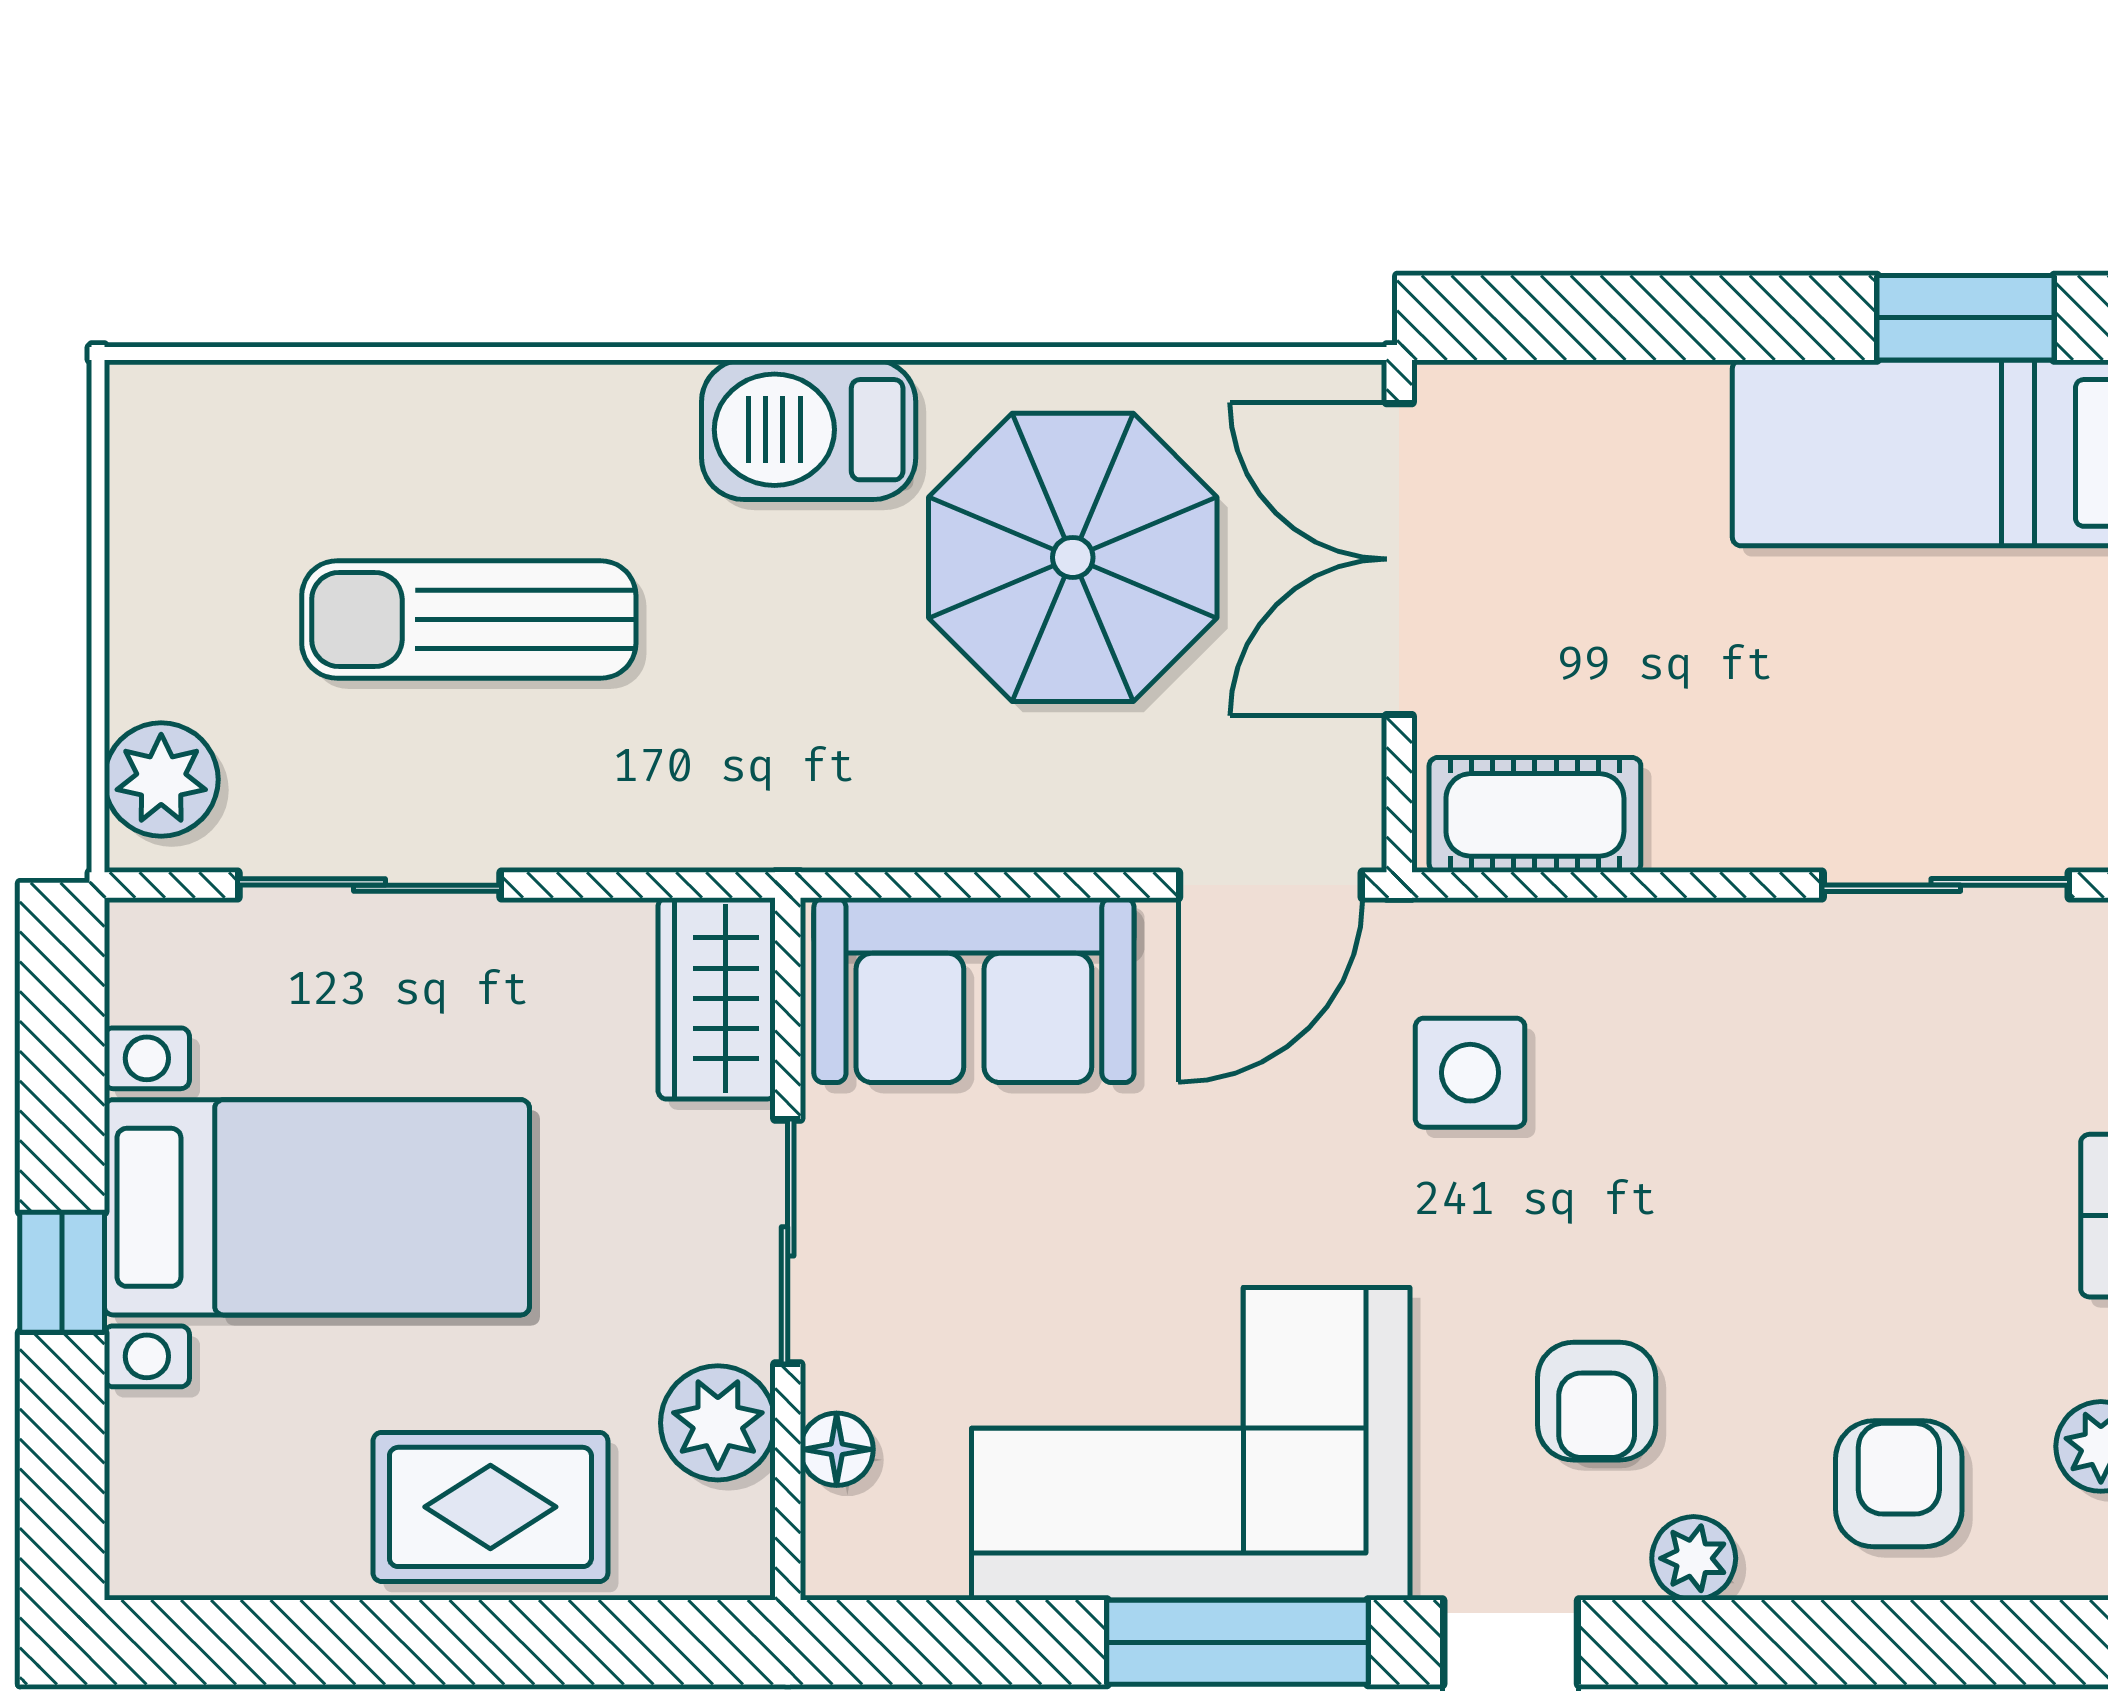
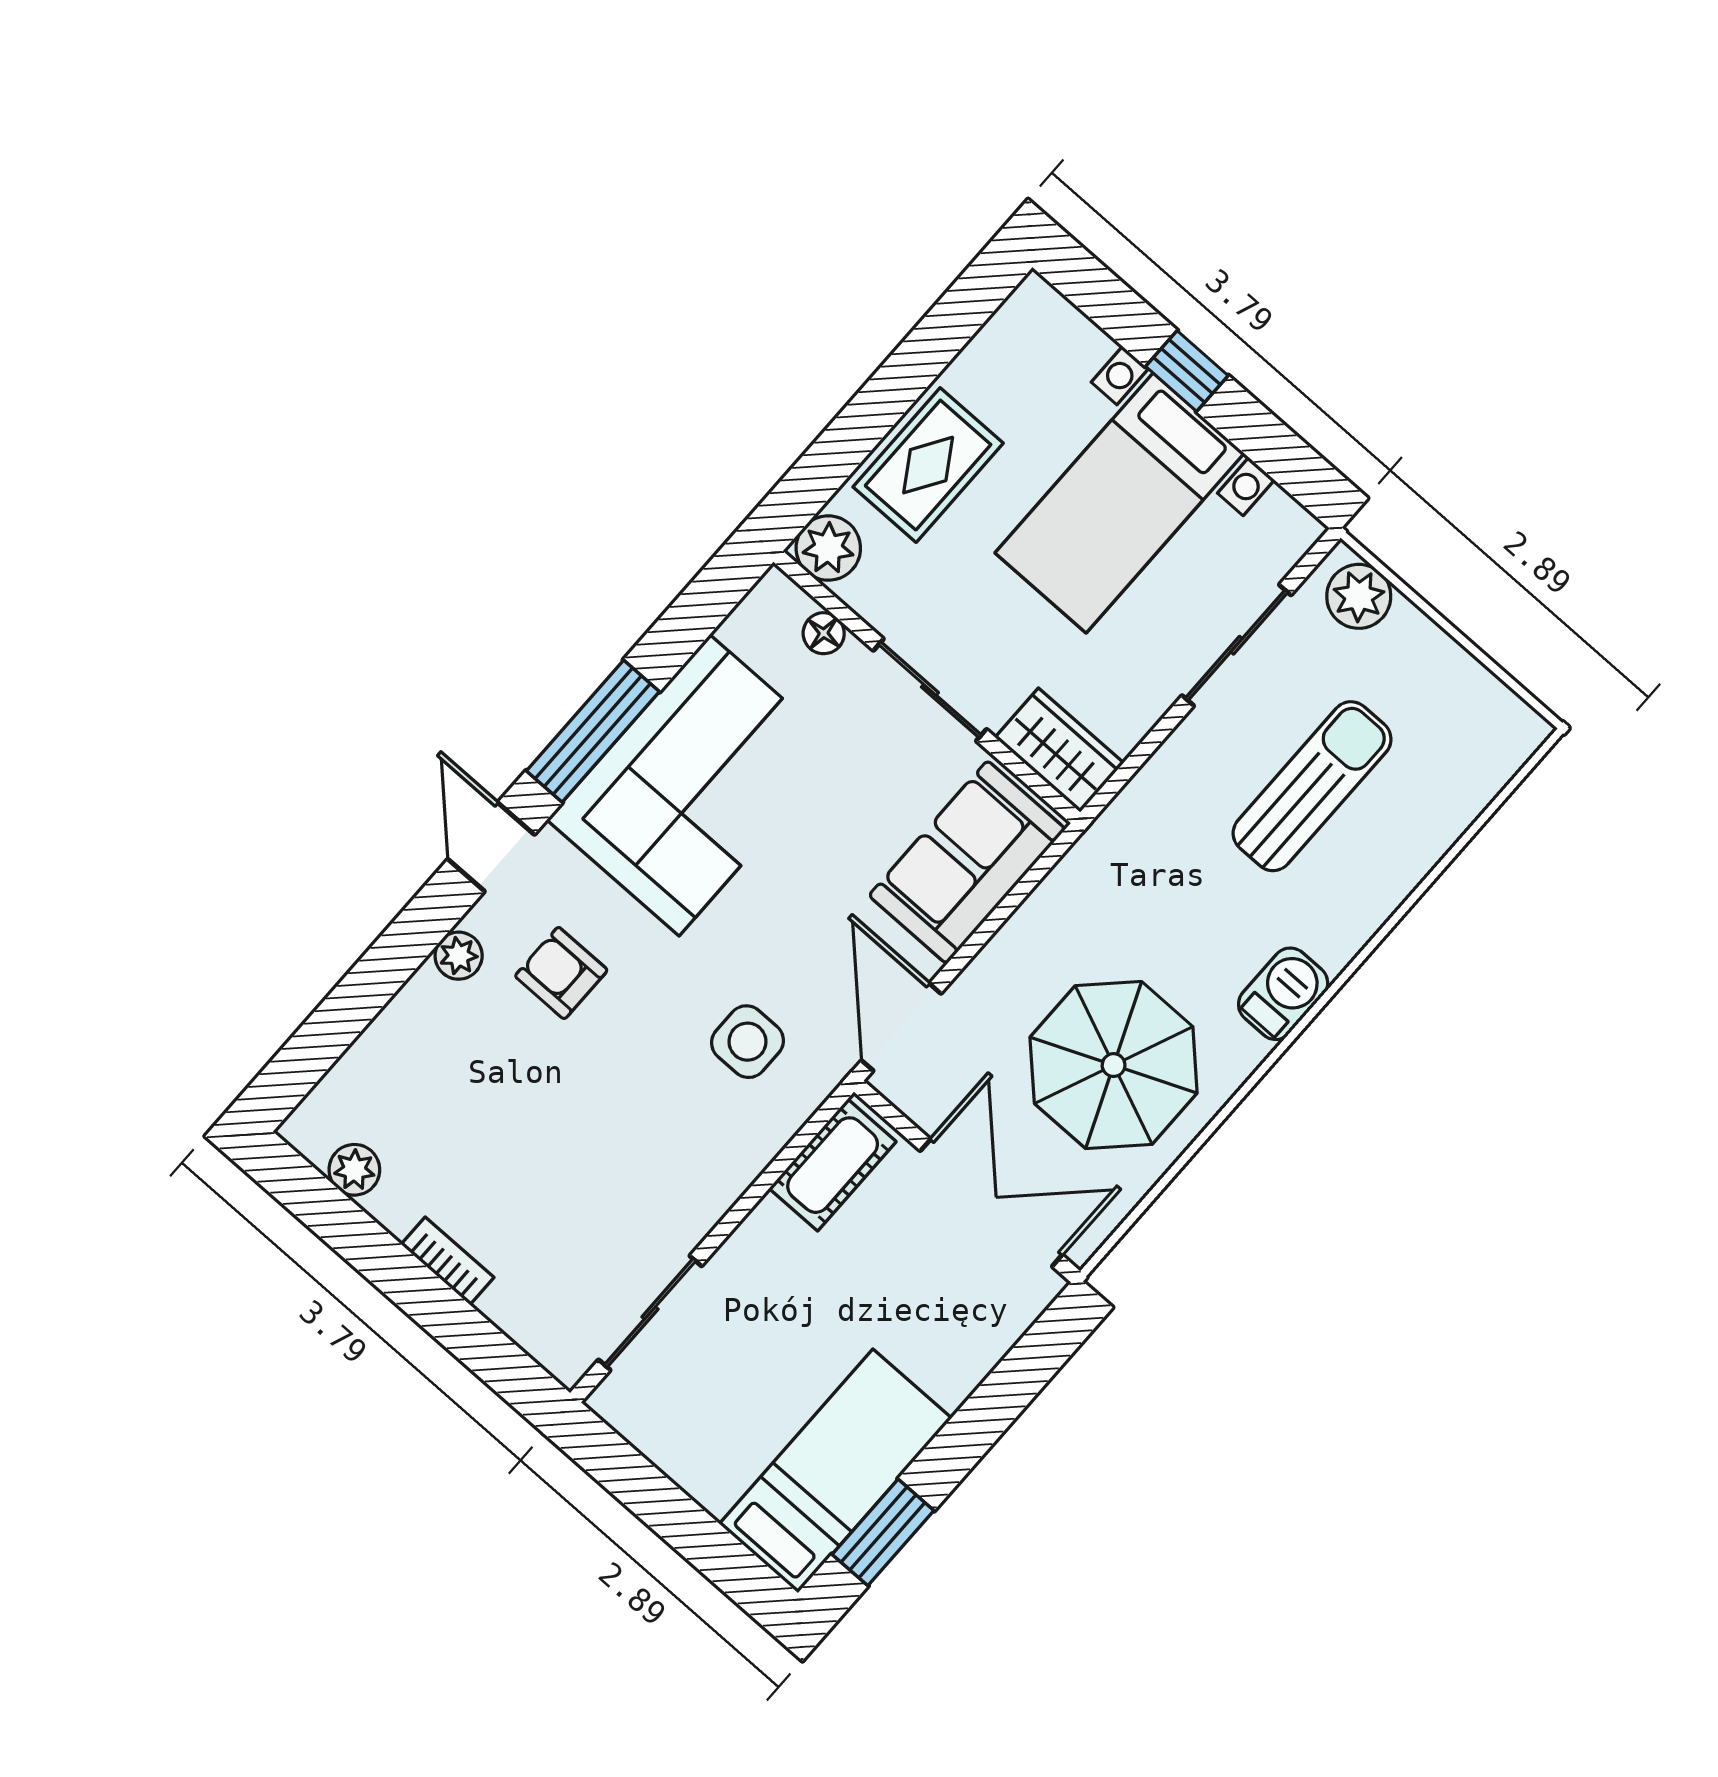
barbecue: (809, 430) -> (1283, 994), width x0.73, depth x0.79
plant: (718, 1423) -> (828, 548), moved
armchair: (1899, 1484) -> (414, 1070), removed

